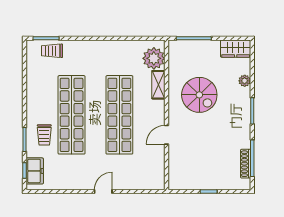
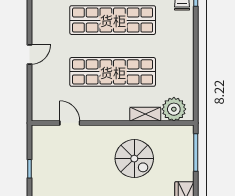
spiral stairs: (199, 95) -> (134, 159), turned -90
door: (166, 135) -> (70, 123), moved
door: (103, 191) -> (30, 54), hinge flipped

